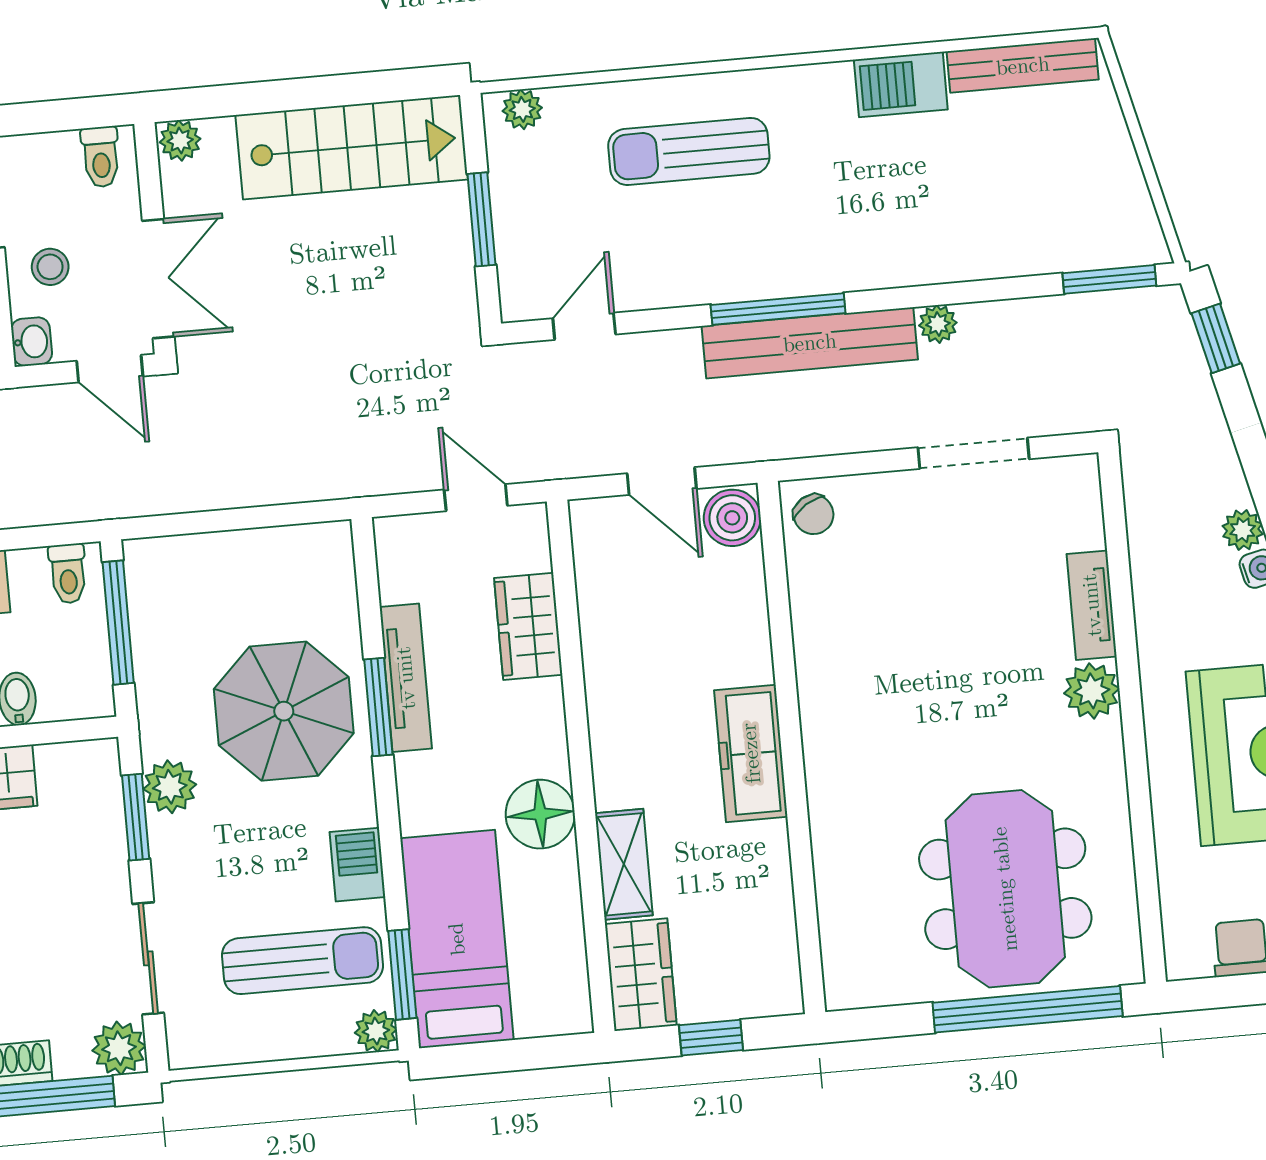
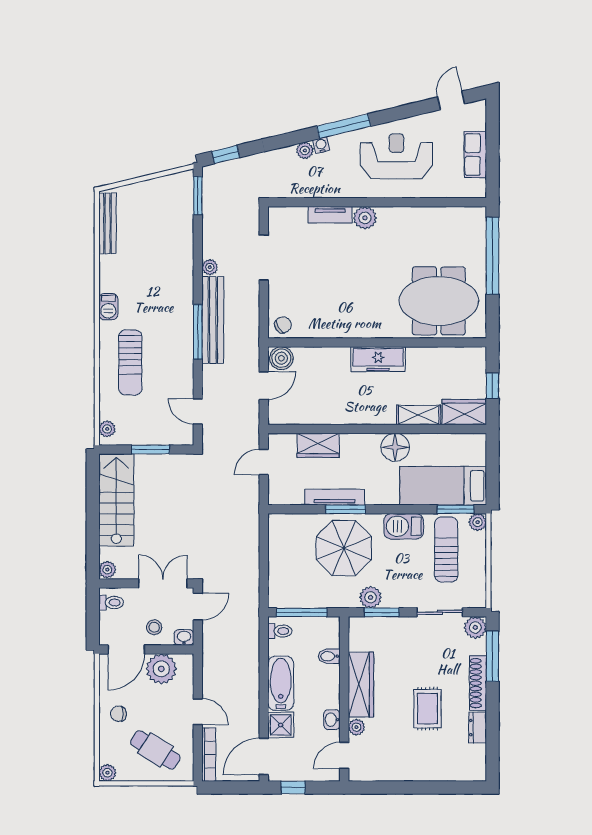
barbecue: (901, 85) -> (108, 307), moved, width x0.73, depth x0.79
barbecue: (357, 865) -> (404, 526), width x1.38, depth x1.27
meeting table: (1005, 889) -> (439, 301), moved

